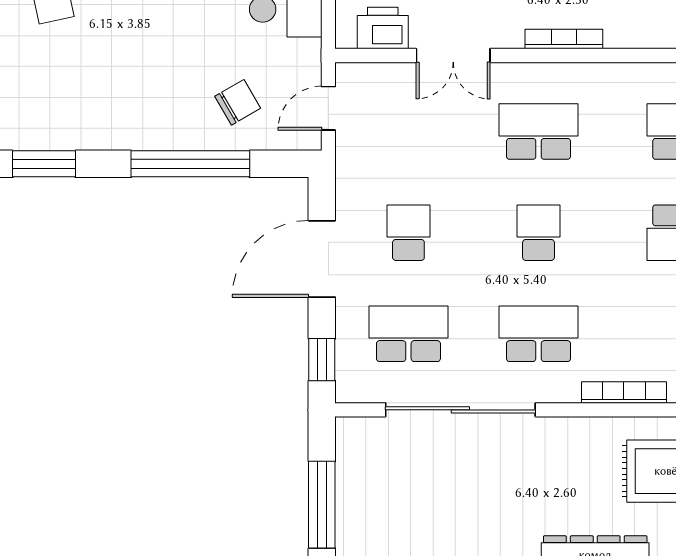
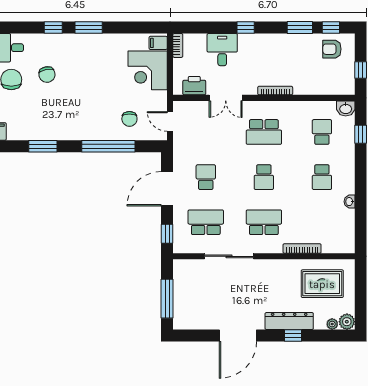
chair: (238, 102) -> (129, 119), turned 120
door: (328, 108) -> (170, 121), hinge flipped
school desk: (538, 132) -> (264, 132), turned 180
school desk: (538, 233) -> (264, 177), turned 180
sliding door: (460, 410) -> (229, 256), width x0.73

